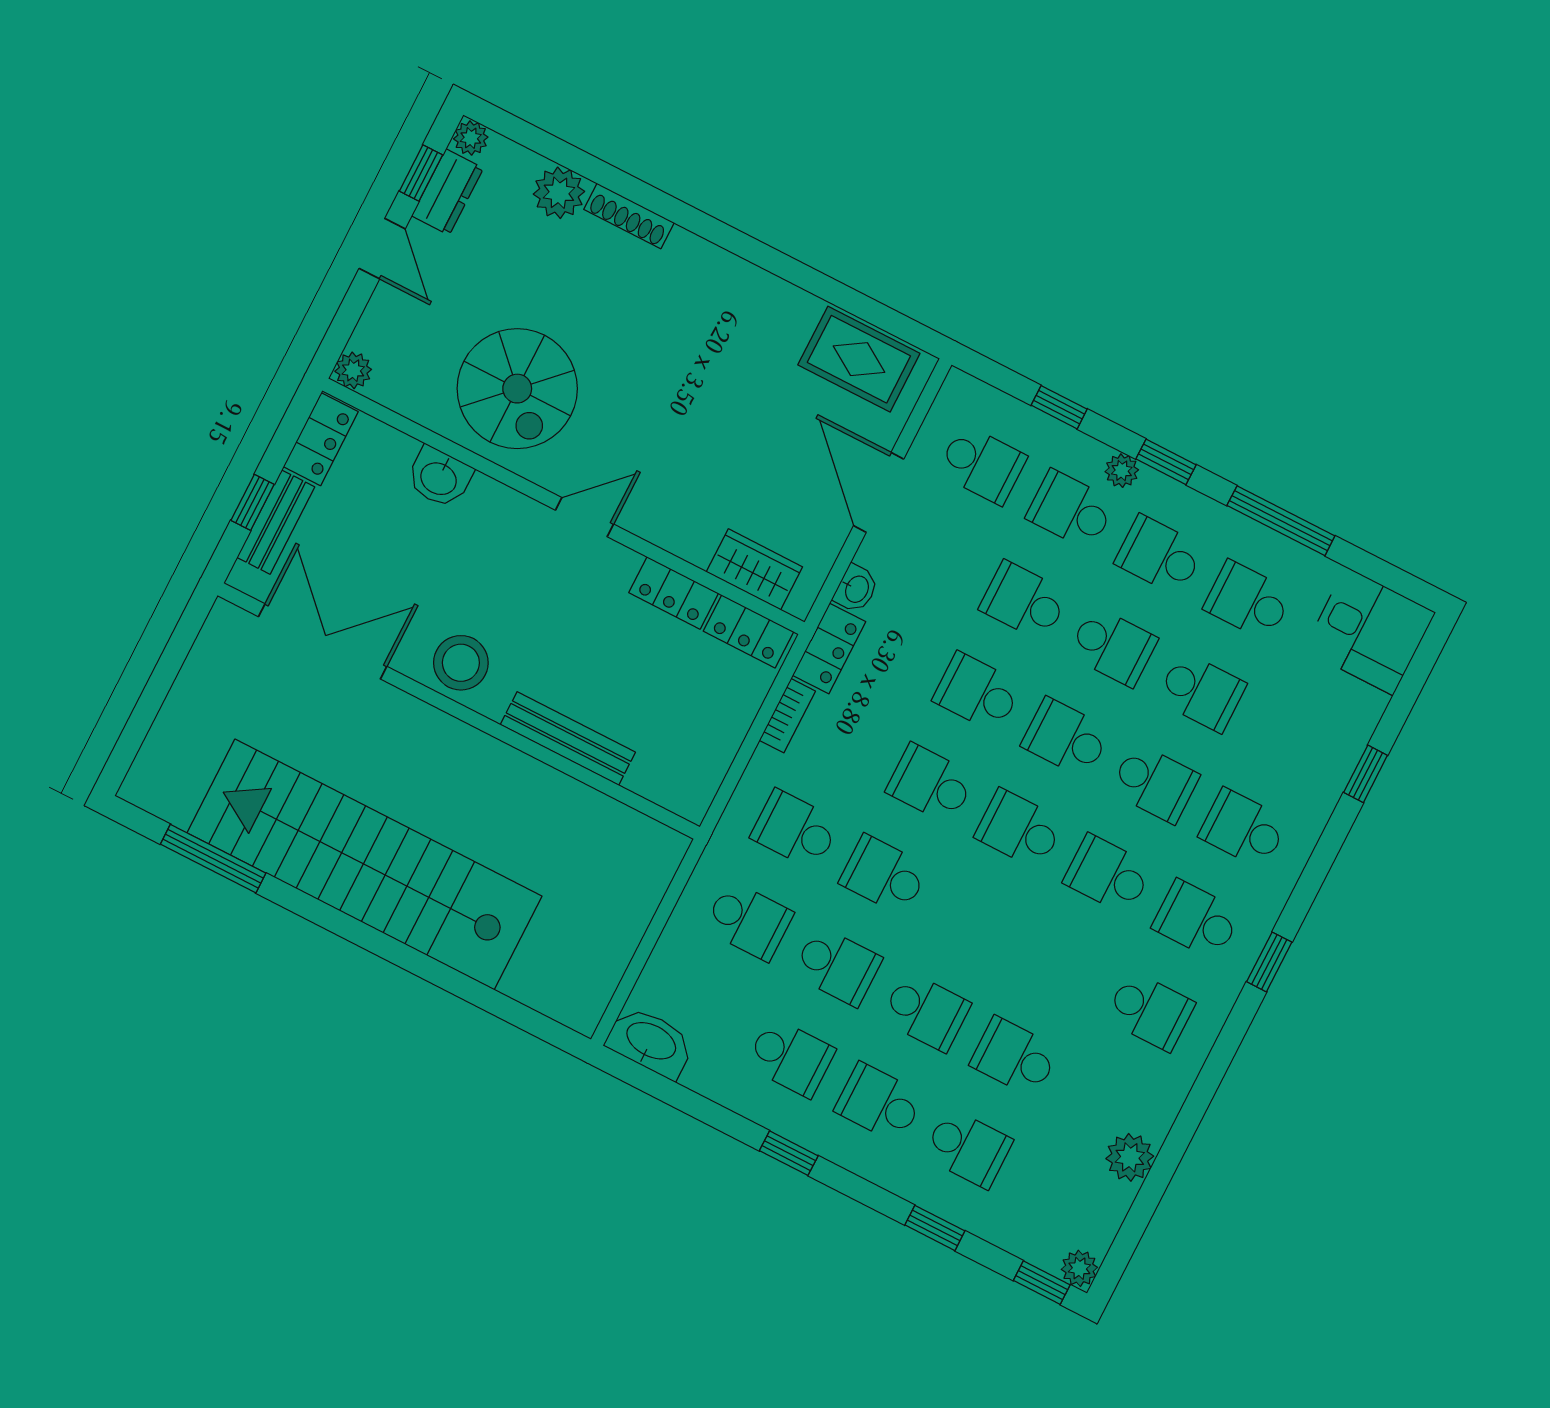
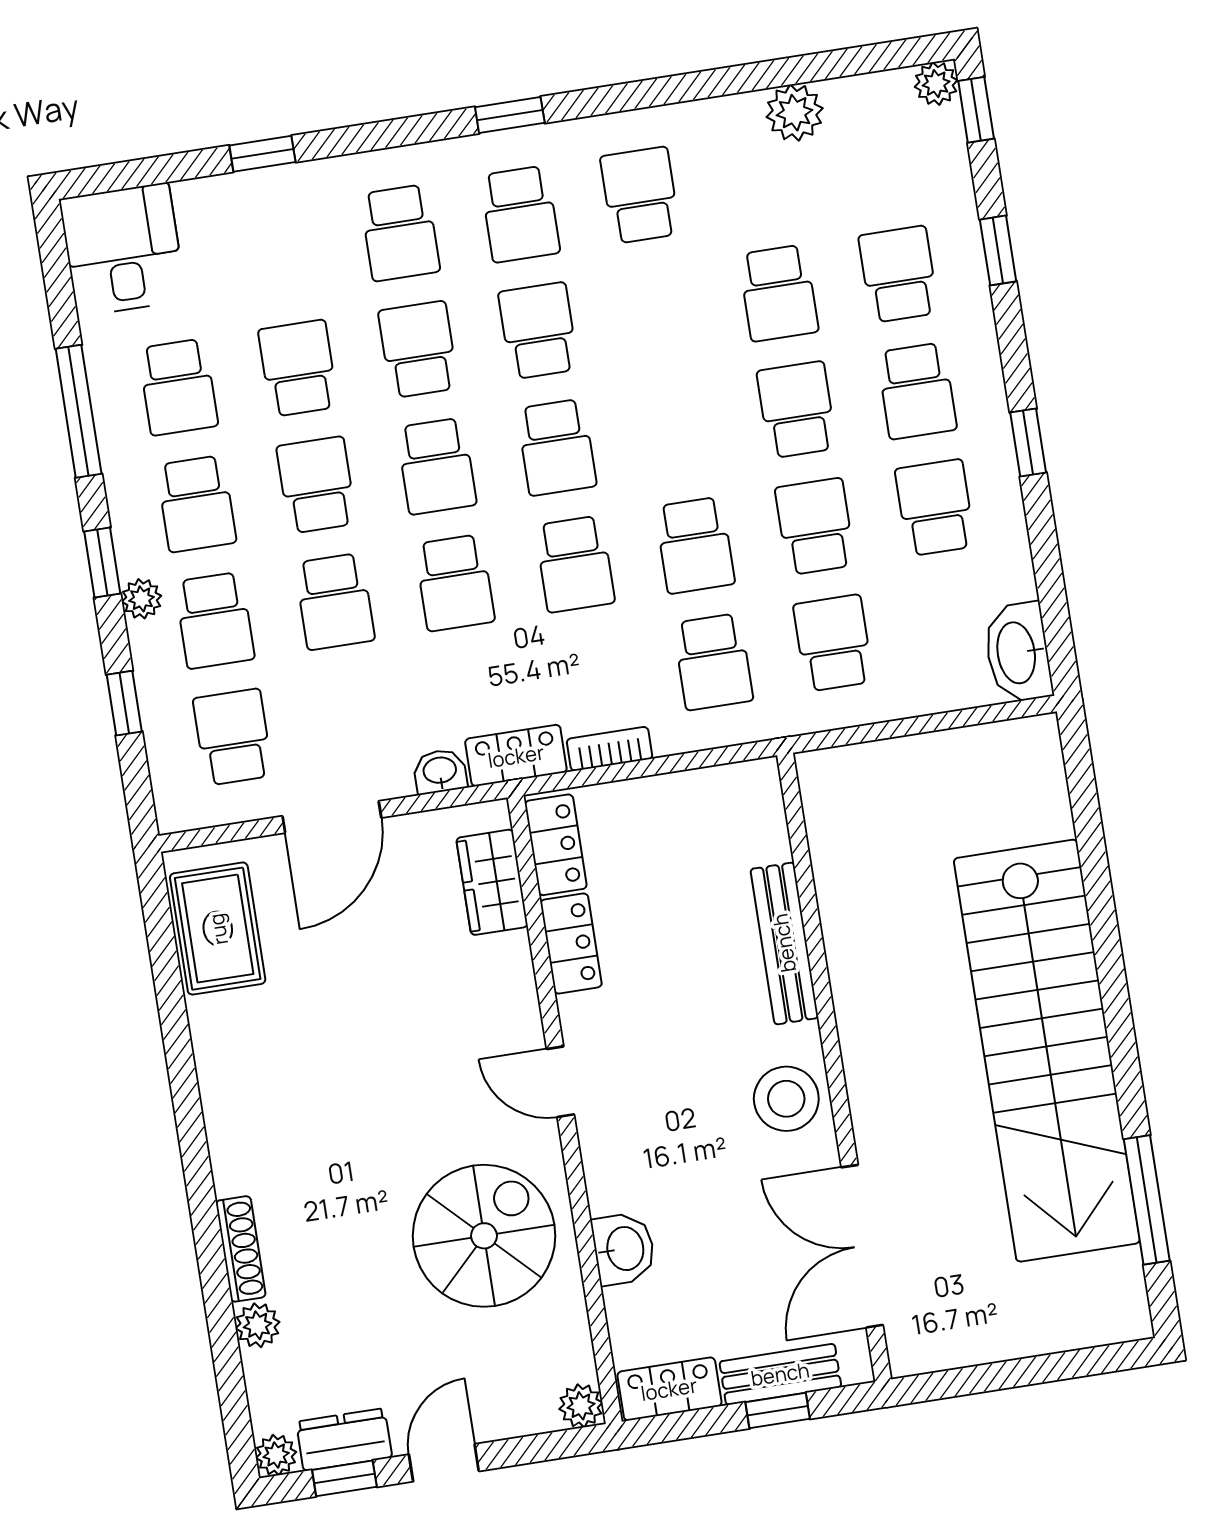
plant: (559, 193) -> (258, 1325), width x0.73, depth x0.73
school desk: (1108, 874) -> (538, 331), turned 180

